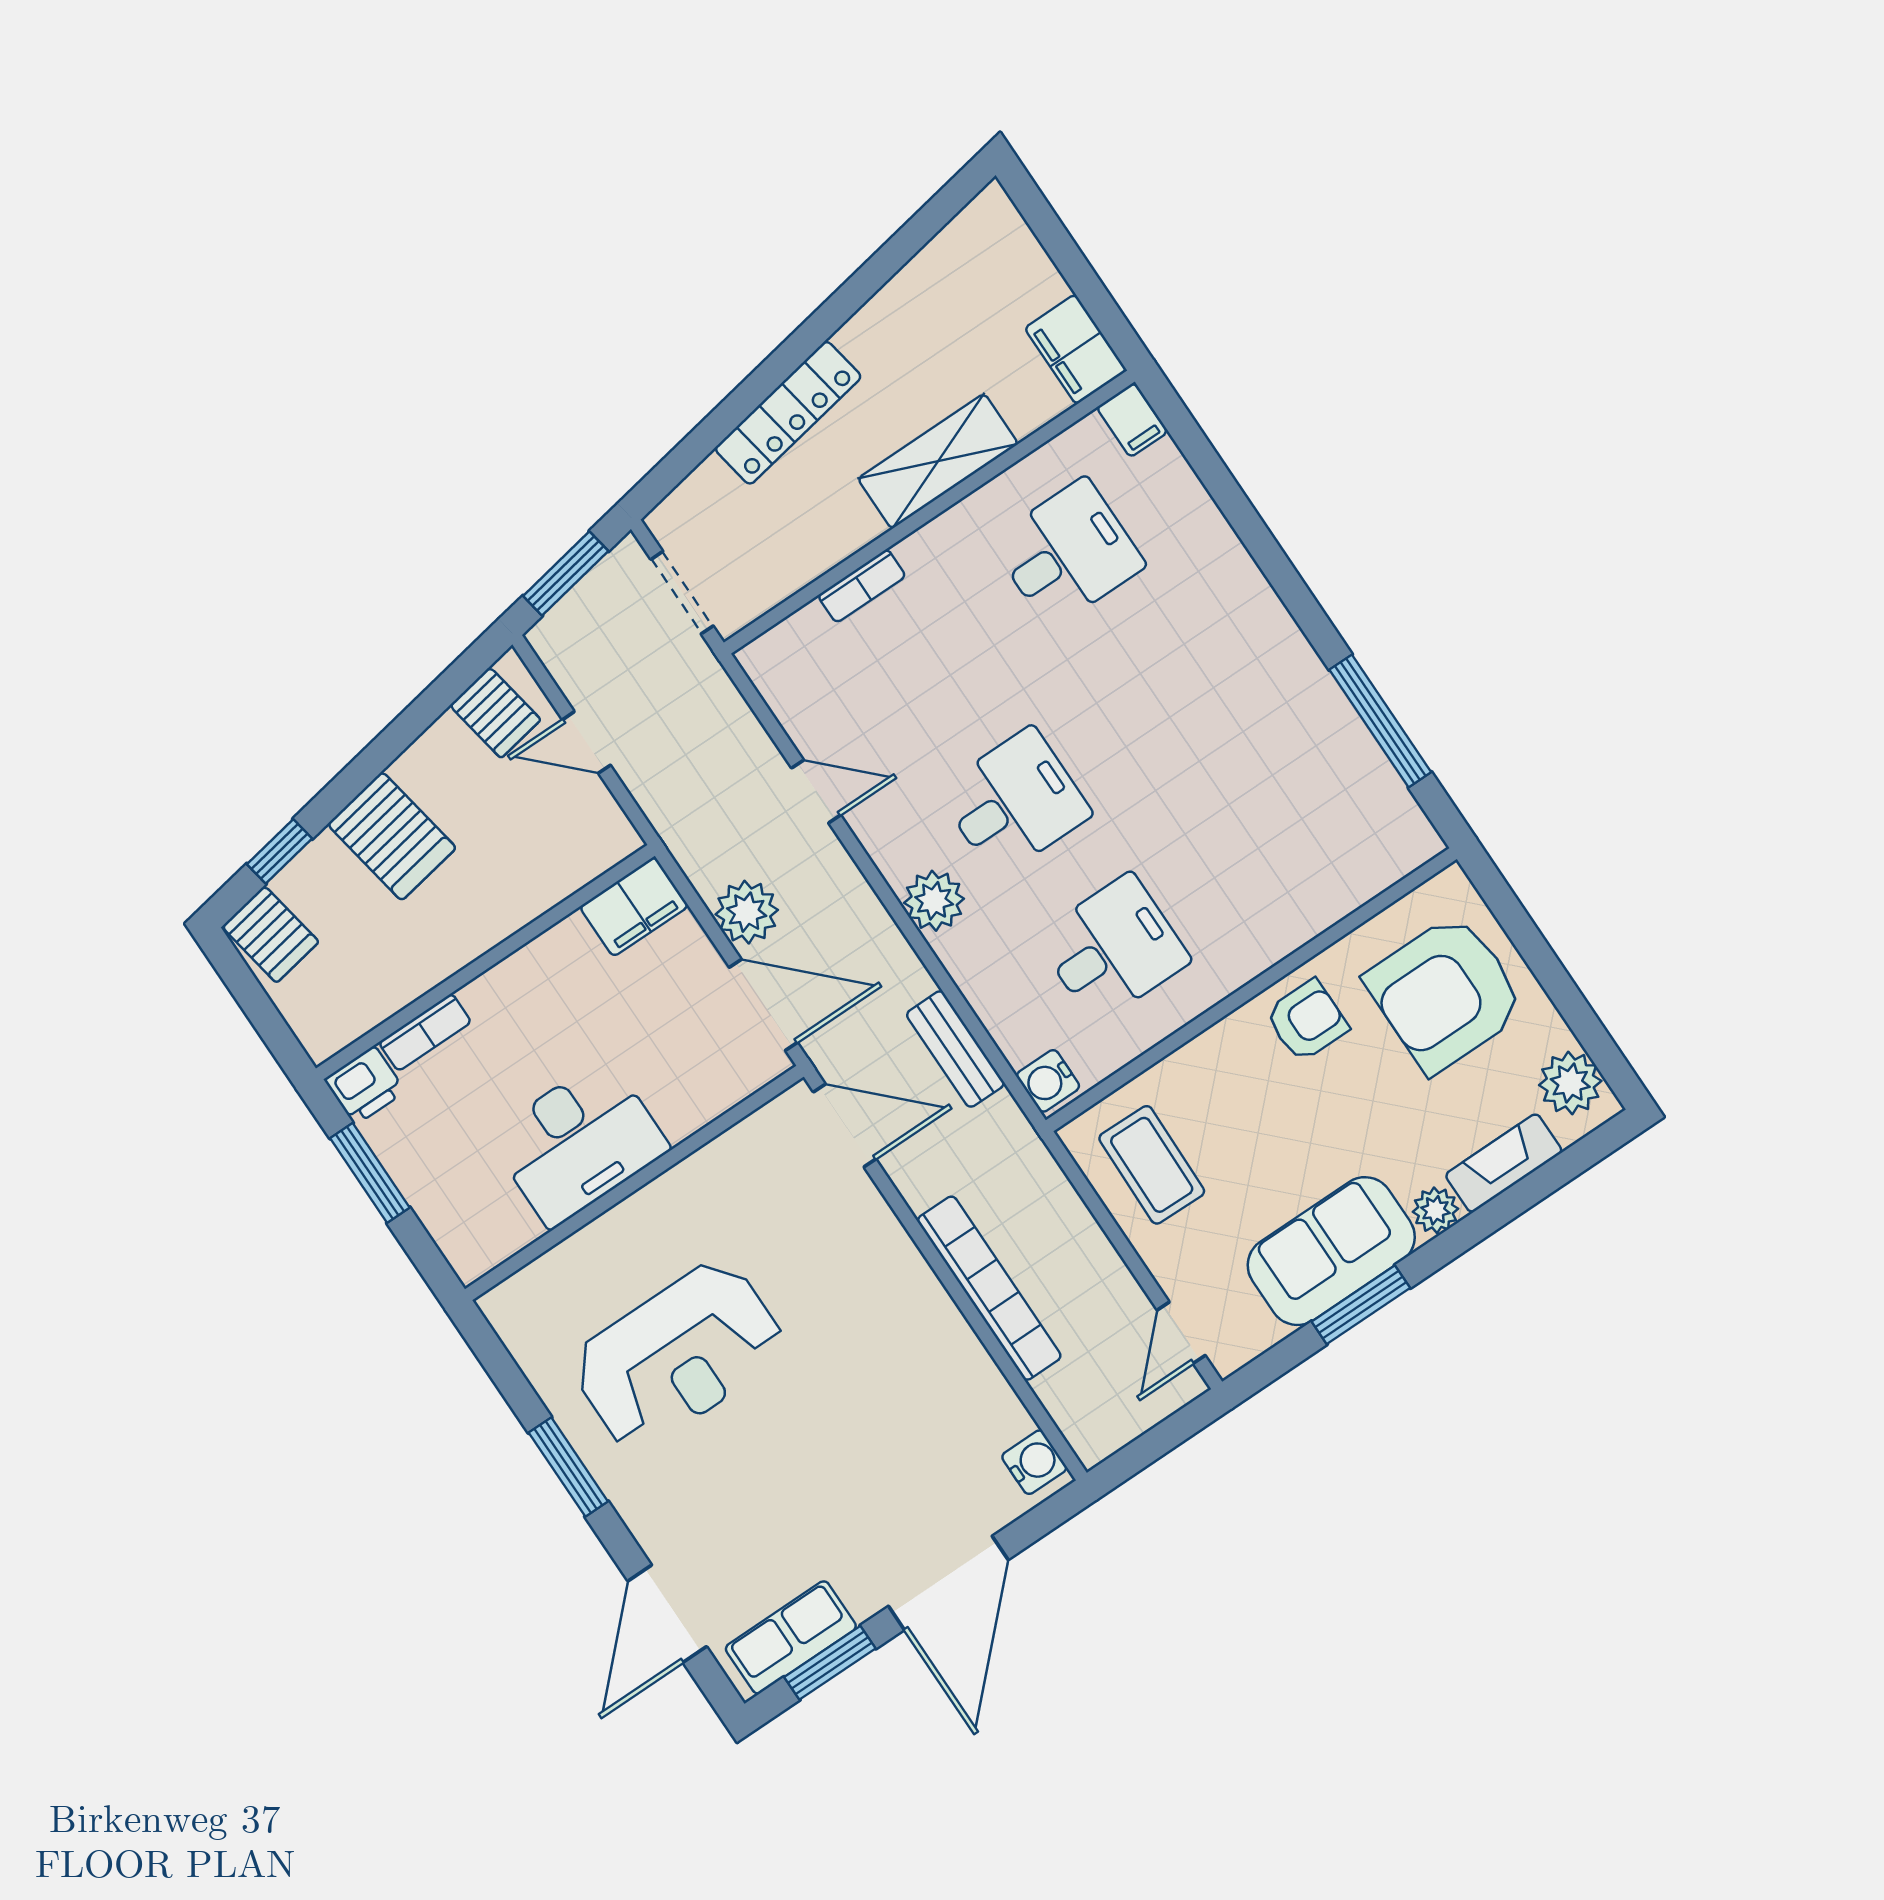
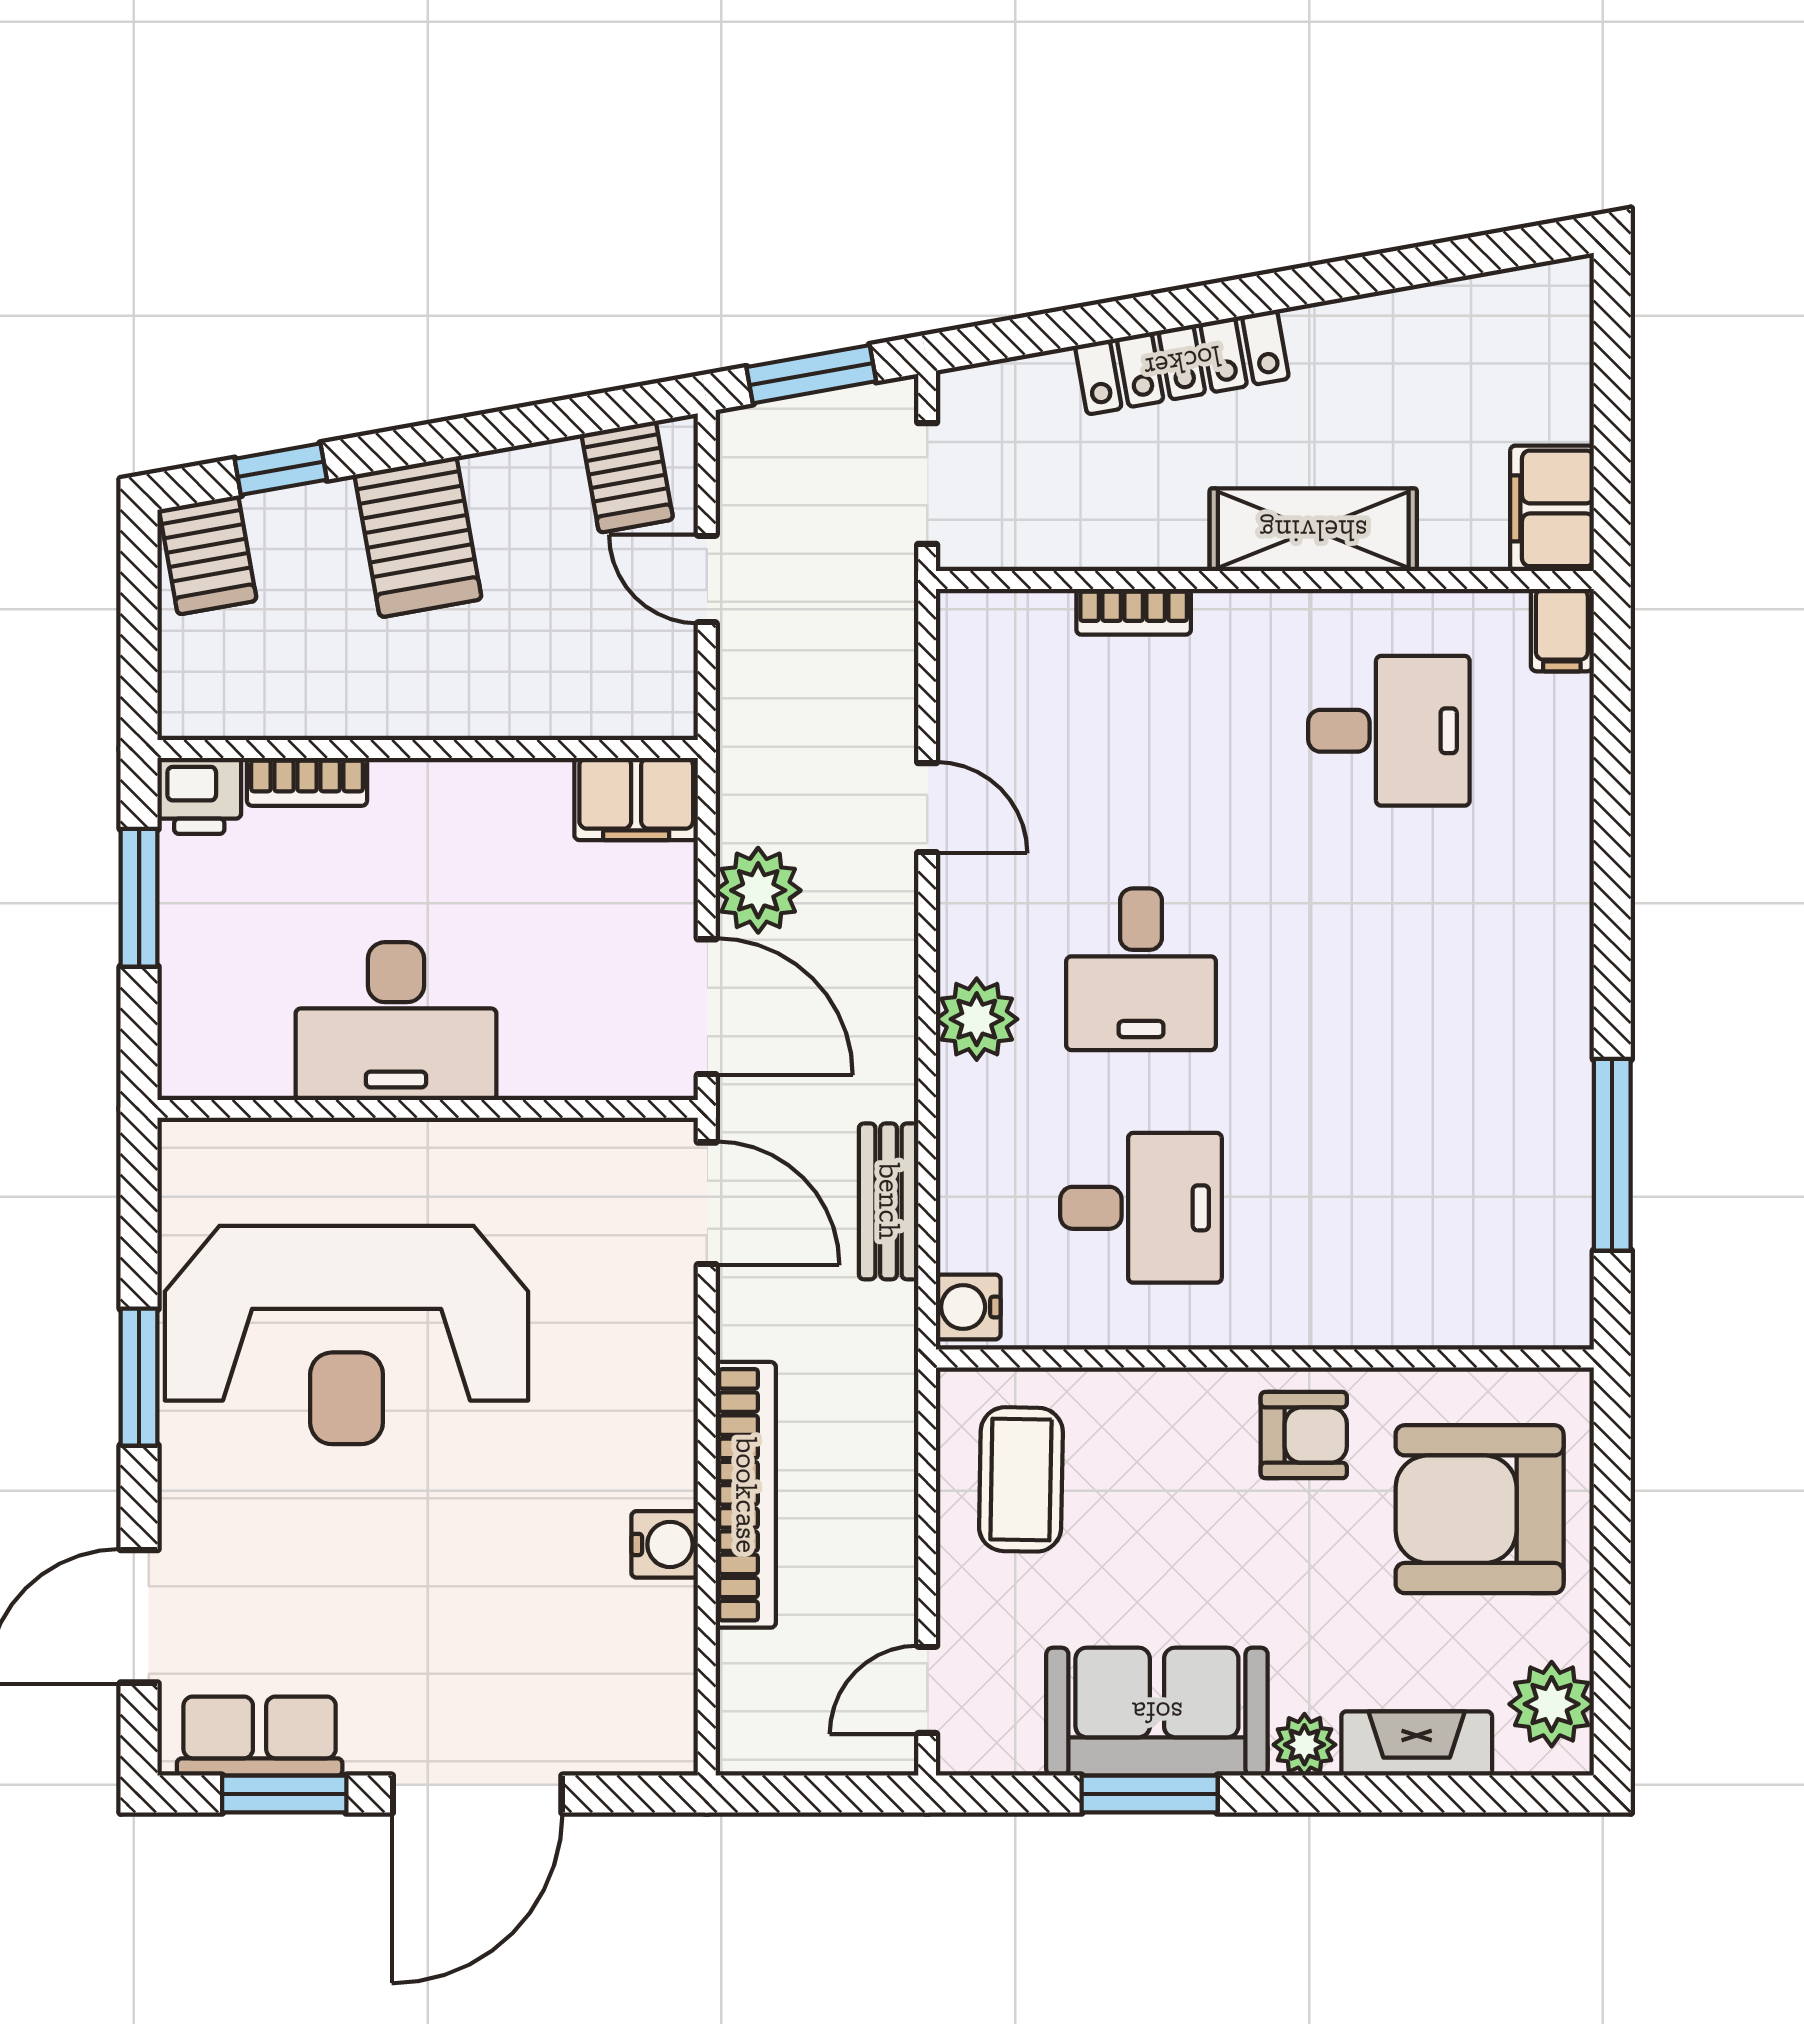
desk: (1014, 802) -> (1141, 969), turned 90
reception desk: (678, 1355) -> (347, 1335), width x1.36, depth x1.30
water cooler: (1034, 1462) -> (665, 1544), moved

